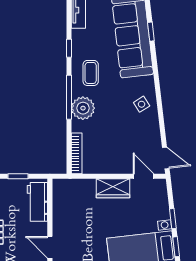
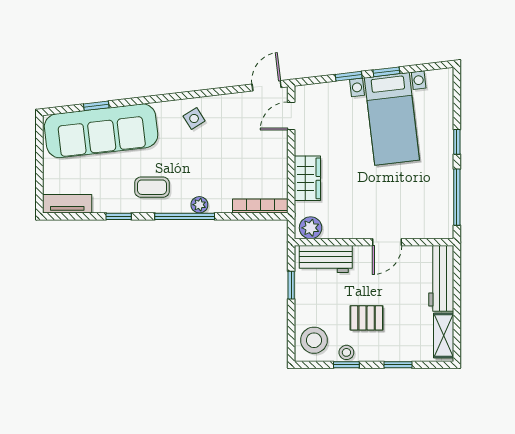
plant: (83, 108) -> (199, 205), width x0.53, depth x0.53
wardrobe: (113, 188) -> (307, 178), moved
plant: (61, 191) -> (311, 228), added

